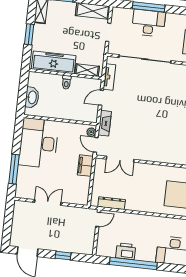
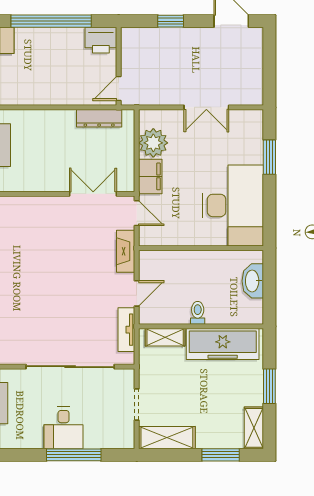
desk: (149, 23) -> (64, 428), width x0.73
plant: (91, 132) -> (153, 143), moved, width x1.87, depth x1.87
window: (14, 169) -> (269, 157), width x0.69
printer: (126, 251) -> (101, 40), moved

